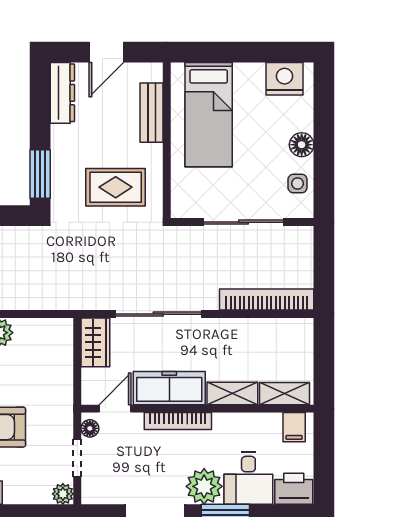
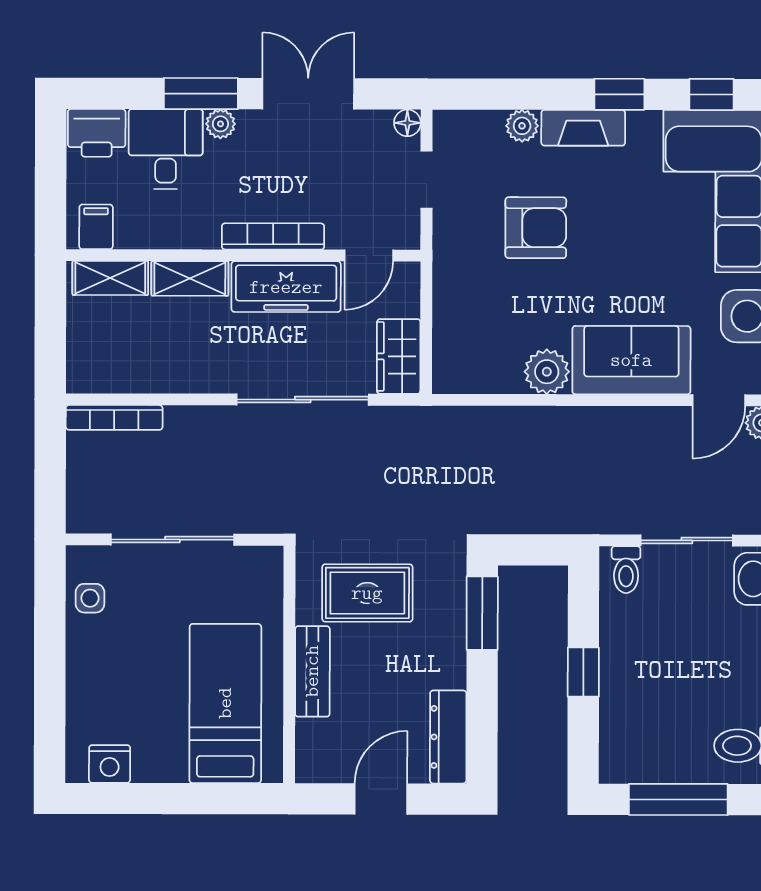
nightstand: (285, 79) -> (110, 764), width x0.74, depth x0.75
bench: (152, 113) -> (312, 671), moved
floor lamp: (302, 145) -> (84, 657), removed
bookcase: (267, 300) -> (114, 417), width x0.68, depth x0.76
floor lamp: (90, 428) -> (407, 123), moved
plant: (204, 486) -> (220, 124), width x0.53, depth x0.53
plant: (63, 494) -> (522, 126), moved

